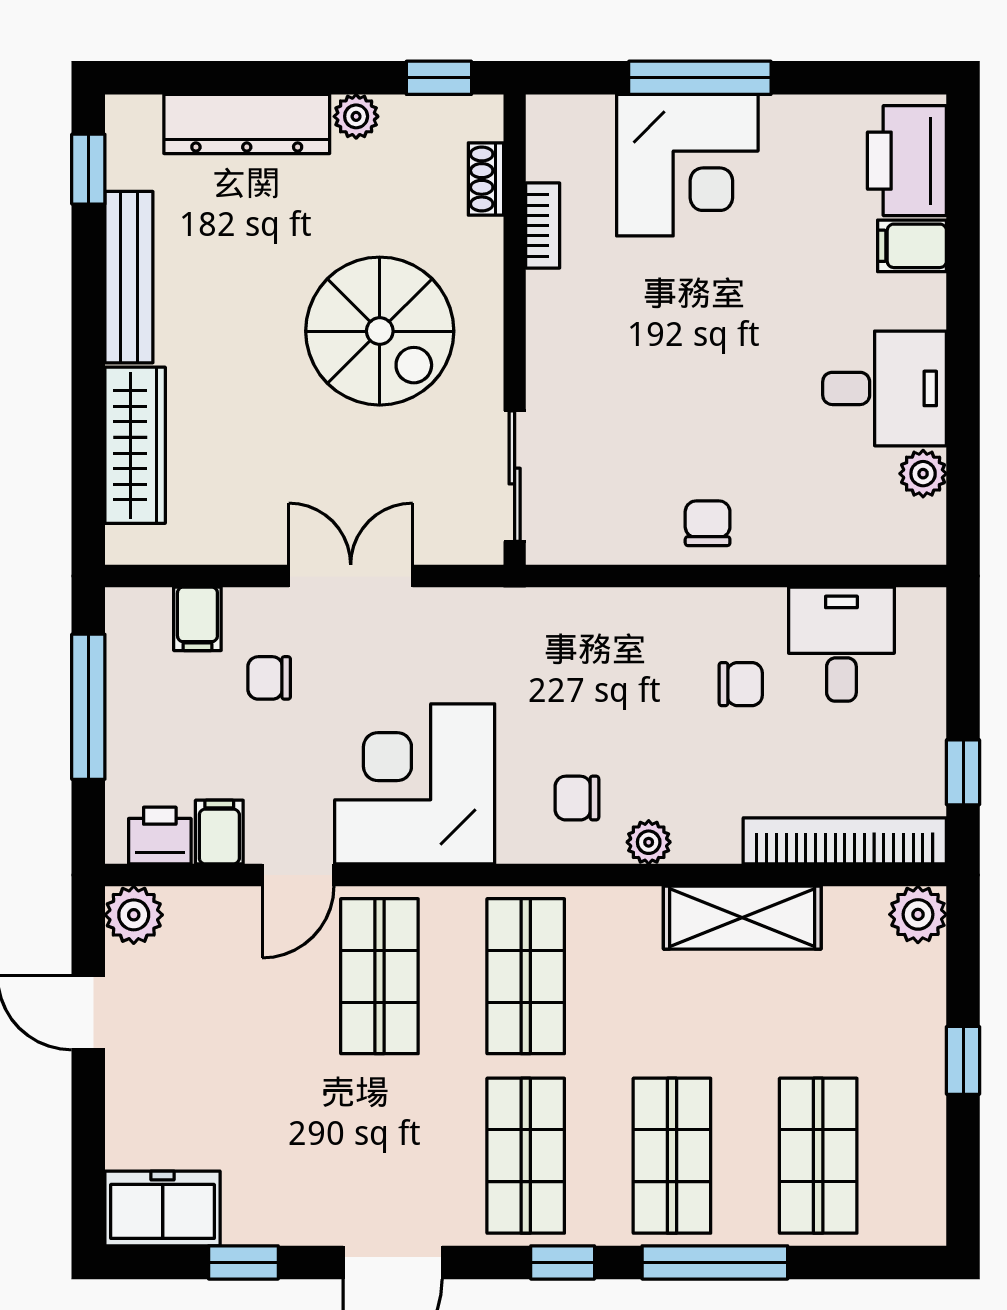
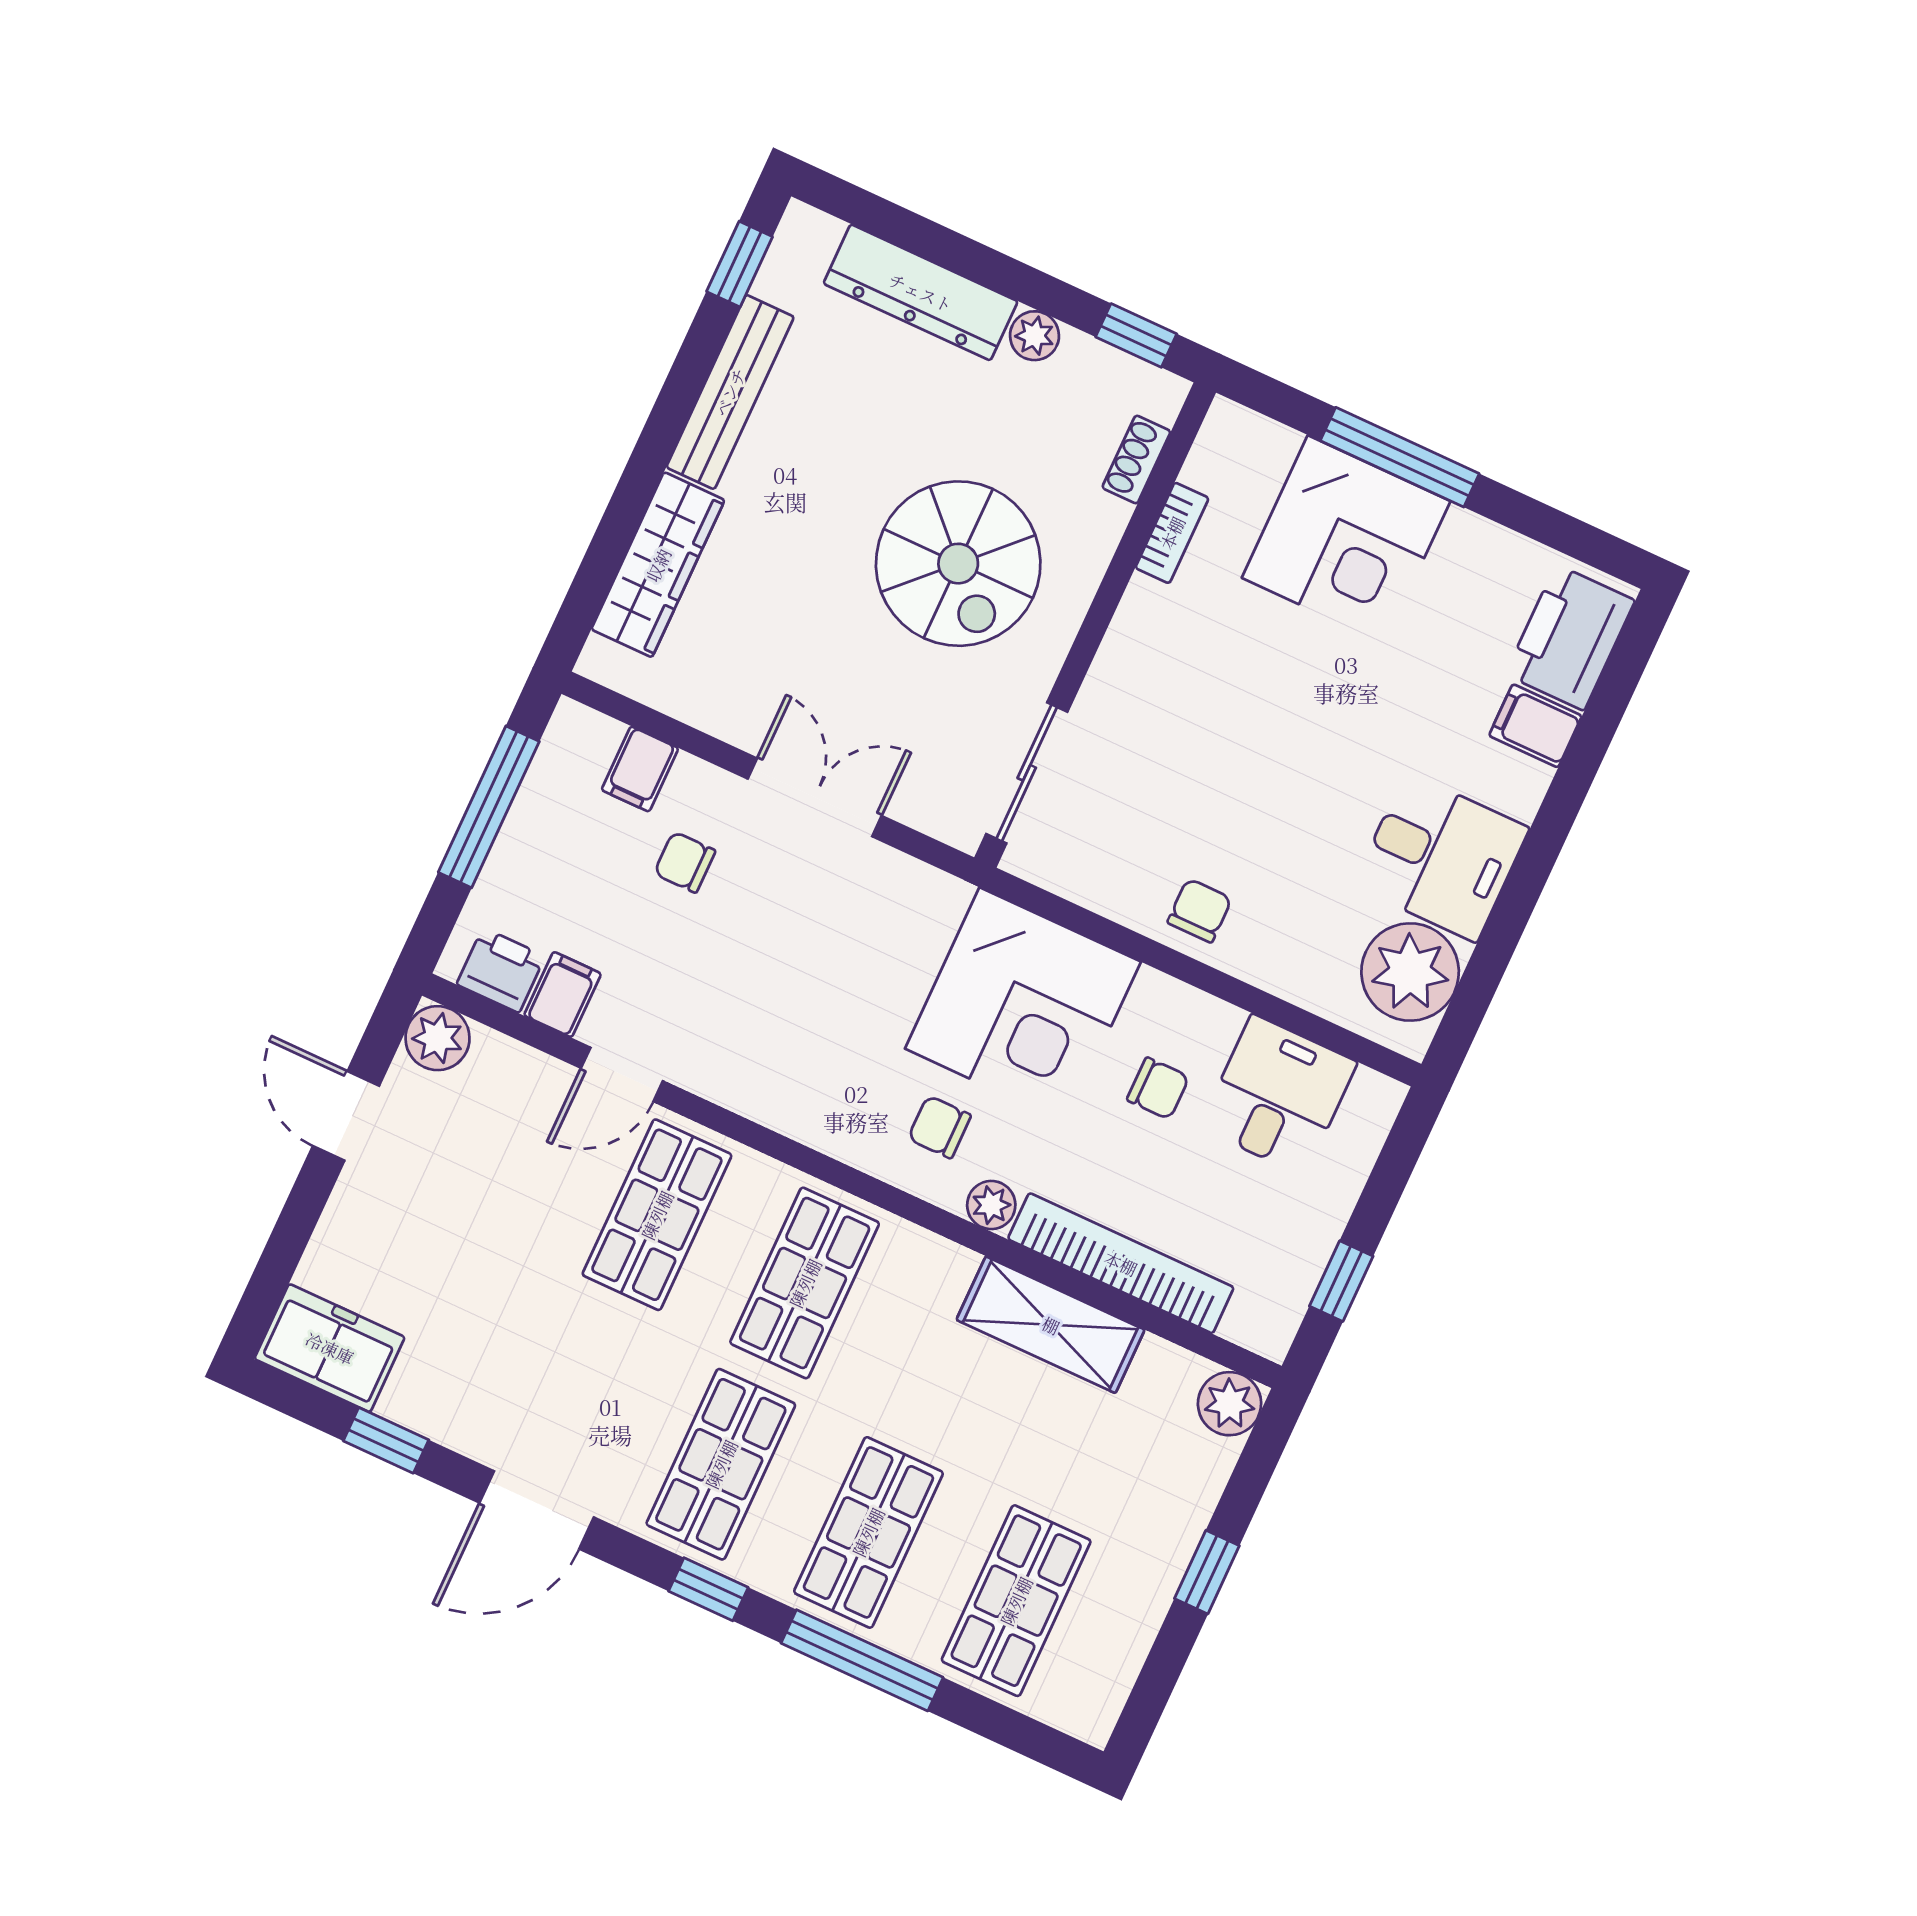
plant: (923, 474) -> (1410, 972), width x1.88, depth x1.88
corner desk: (415, 784) -> (1023, 1005), moved, turned 180
bookcase: (845, 841) -> (1121, 1263), moved

